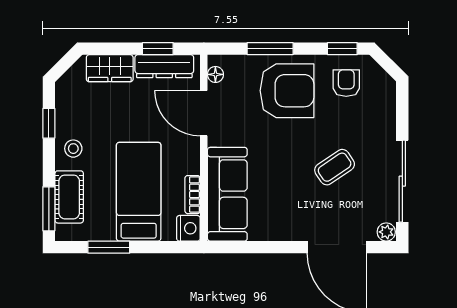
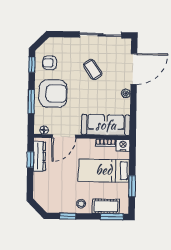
wardrobe: (110, 68) -> (40, 184), removed
armchair: (287, 91) -> (53, 93), turned 90
plant: (386, 232) -> (126, 93), moved

